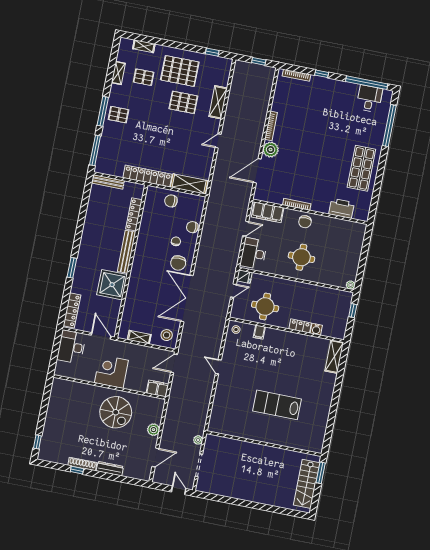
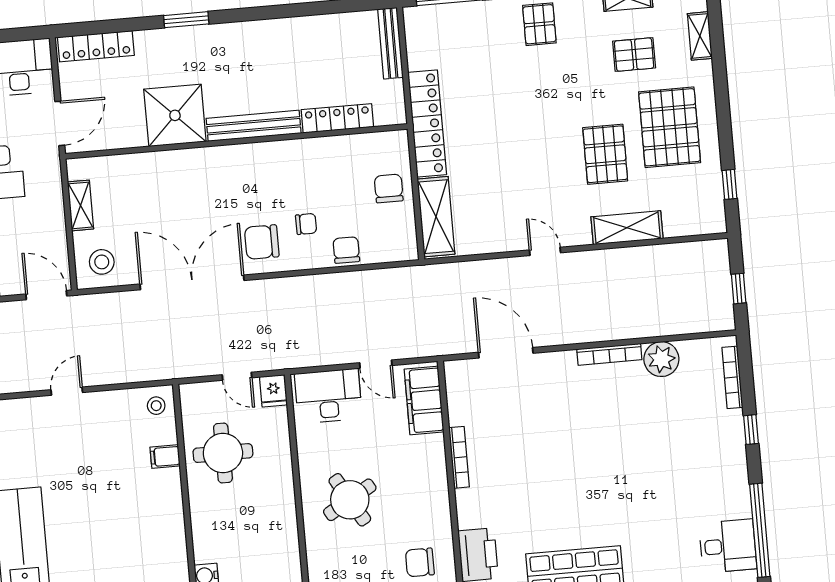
pallet: (144, 77) -> (634, 55), turned 90
plant: (271, 150) -> (661, 359), moved
chair: (305, 222) -> (420, 562), moved
round table: (301, 257) -> (350, 500), turned -30
locker: (300, 326) -> (203, 539), removed

